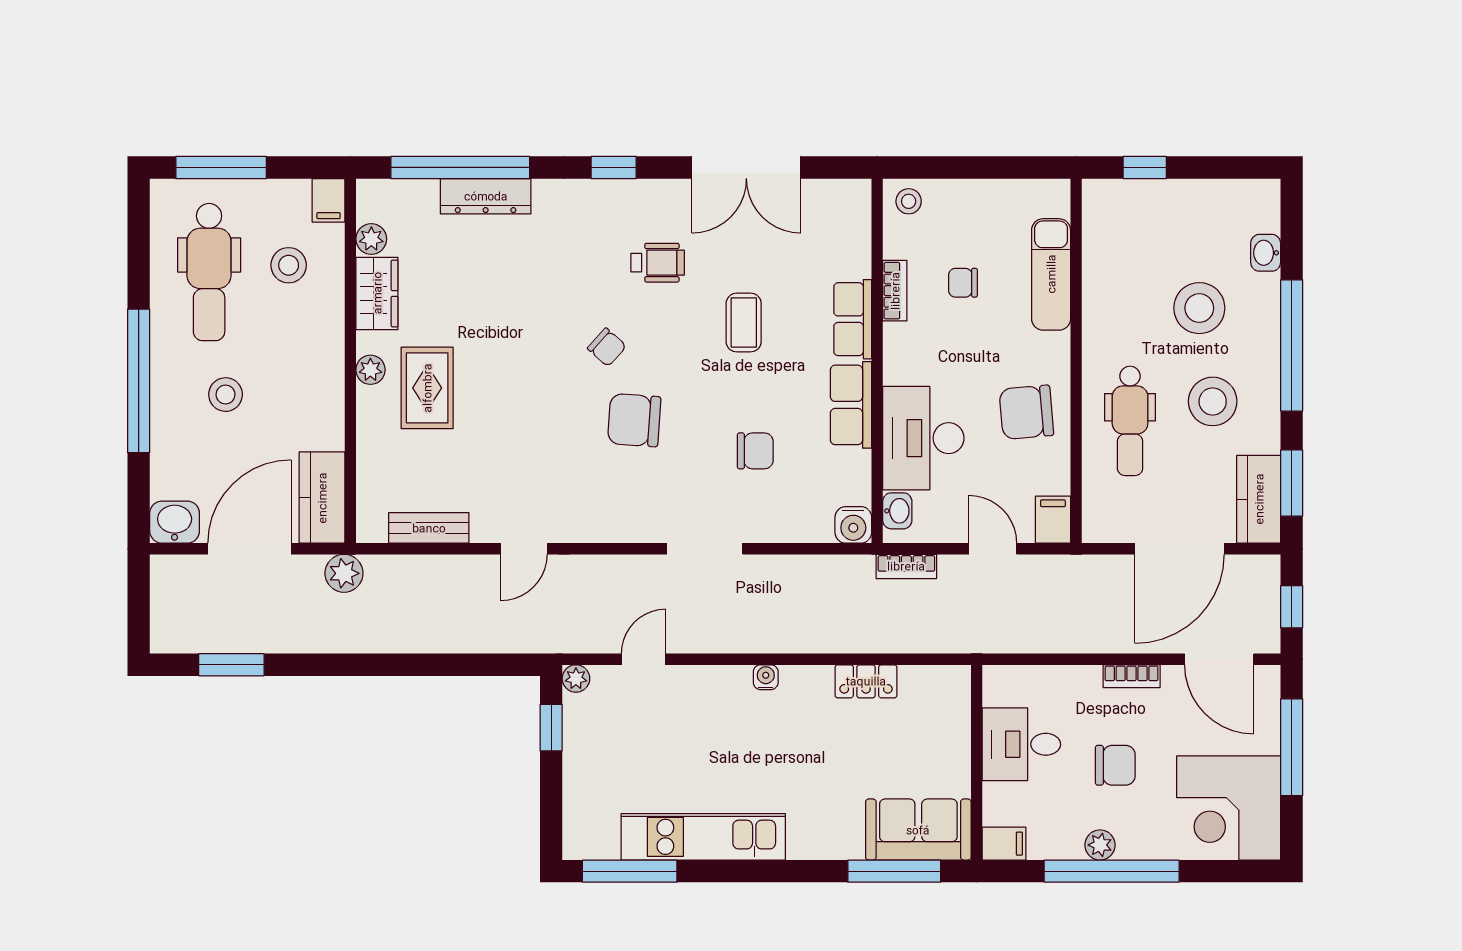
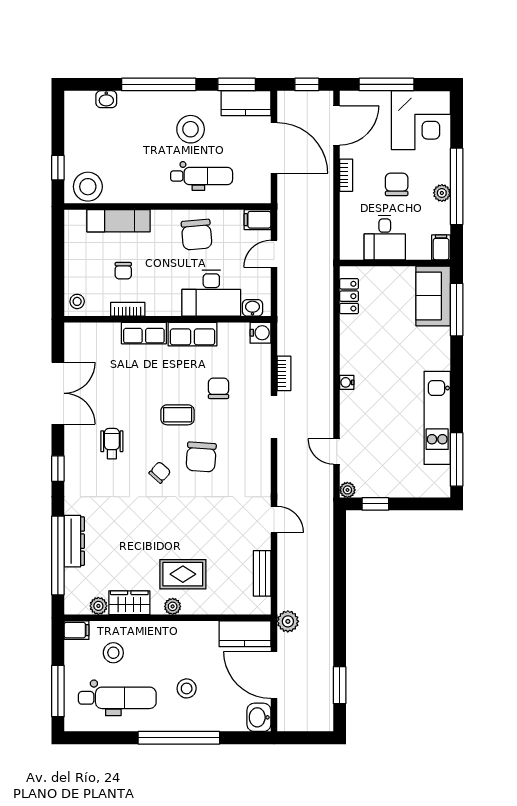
stool: (1199, 308) -> (88, 187), moved
coffee table: (744, 323) -> (178, 415), moved
bookcase: (906, 566) -> (284, 373), moved
locker: (866, 681) -> (349, 296), moved

